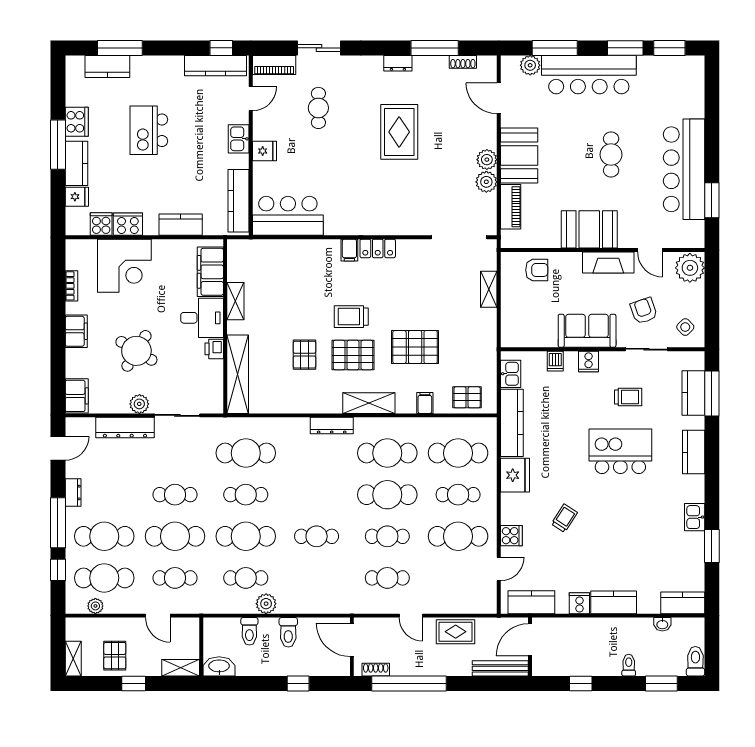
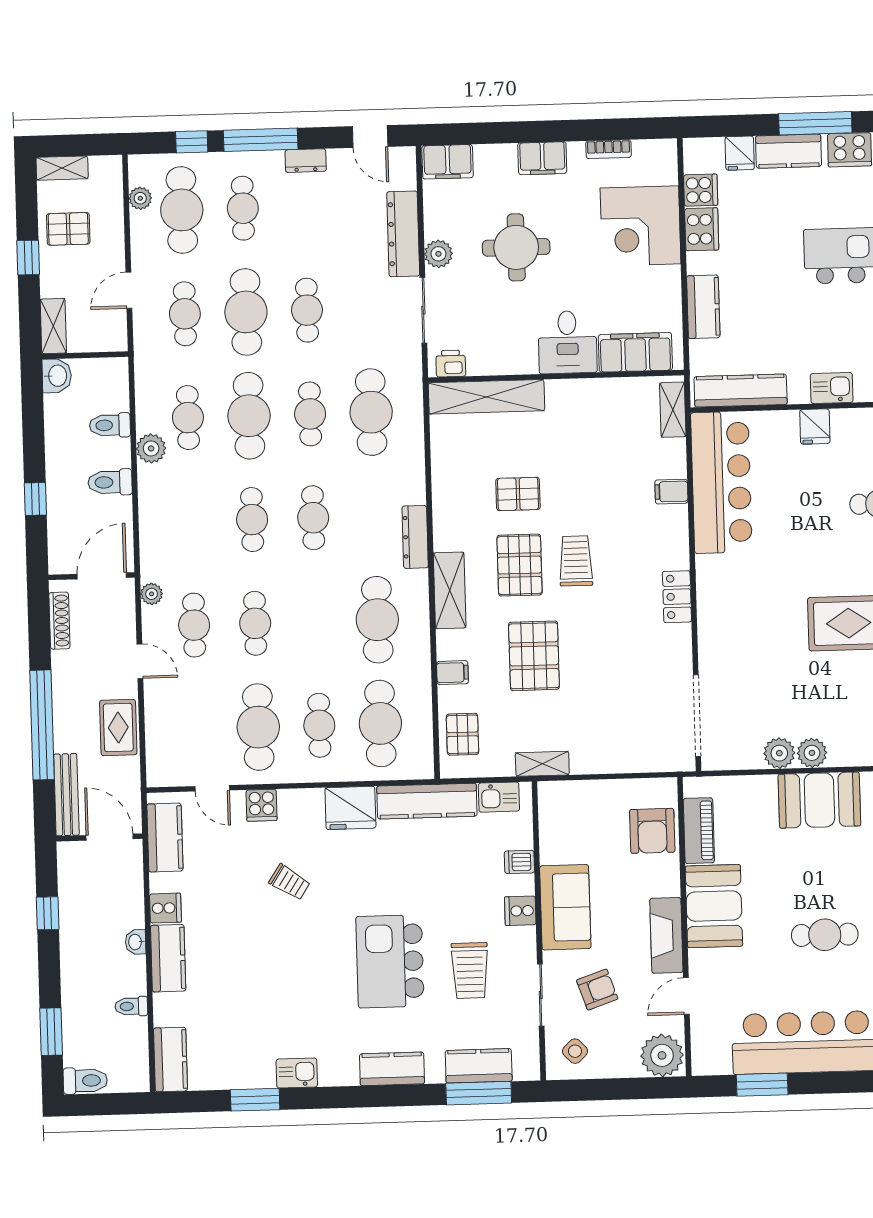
piano: (511, 207) -> (699, 831), moved, turned -90
bar counter: (288, 216) -> (721, 482), width x1.36
filing cabinet: (349, 250) -> (671, 492), moved
armchair: (537, 270) -> (652, 831), width x1.38, depth x1.38
shelving: (489, 289) -> (542, 764), moved
shelving: (235, 301) -> (673, 410), moved, turned 90
printer: (214, 349) -> (451, 364), moved
round table: (136, 351) -> (516, 247), turned -31
trolley: (628, 397) -> (470, 970), width x1.36, depth x1.39
kitchen island: (620, 451) -> (390, 961), turned 180
cafe table: (387, 495) -> (313, 518), moved, width x0.73, depth x0.74
cafe table: (104, 536) -> (243, 208), width x0.73, depth x0.74
plant: (365, 606) -> (152, 594), added
door: (411, 616) -> (140, 661), swing flipped
washbasin: (662, 624) -> (136, 942), moved
toilet: (629, 665) -> (131, 1006), moved, turned 180
washbasin: (219, 666) -> (57, 376), width x0.72
shoe rack: (376, 670) -> (59, 621), width x1.43
window: (409, 684) -> (42, 725), moved

